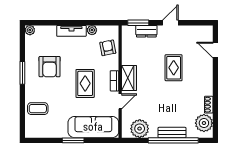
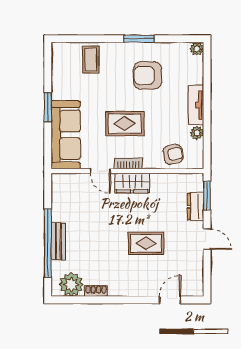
plant: (140, 129) -> (64, 197), removed

